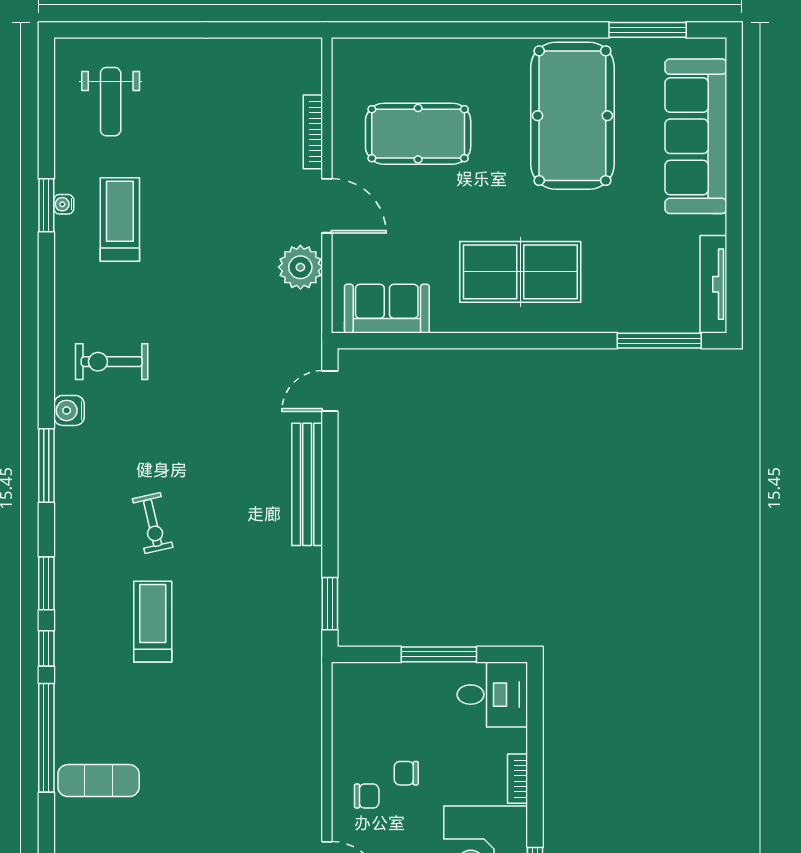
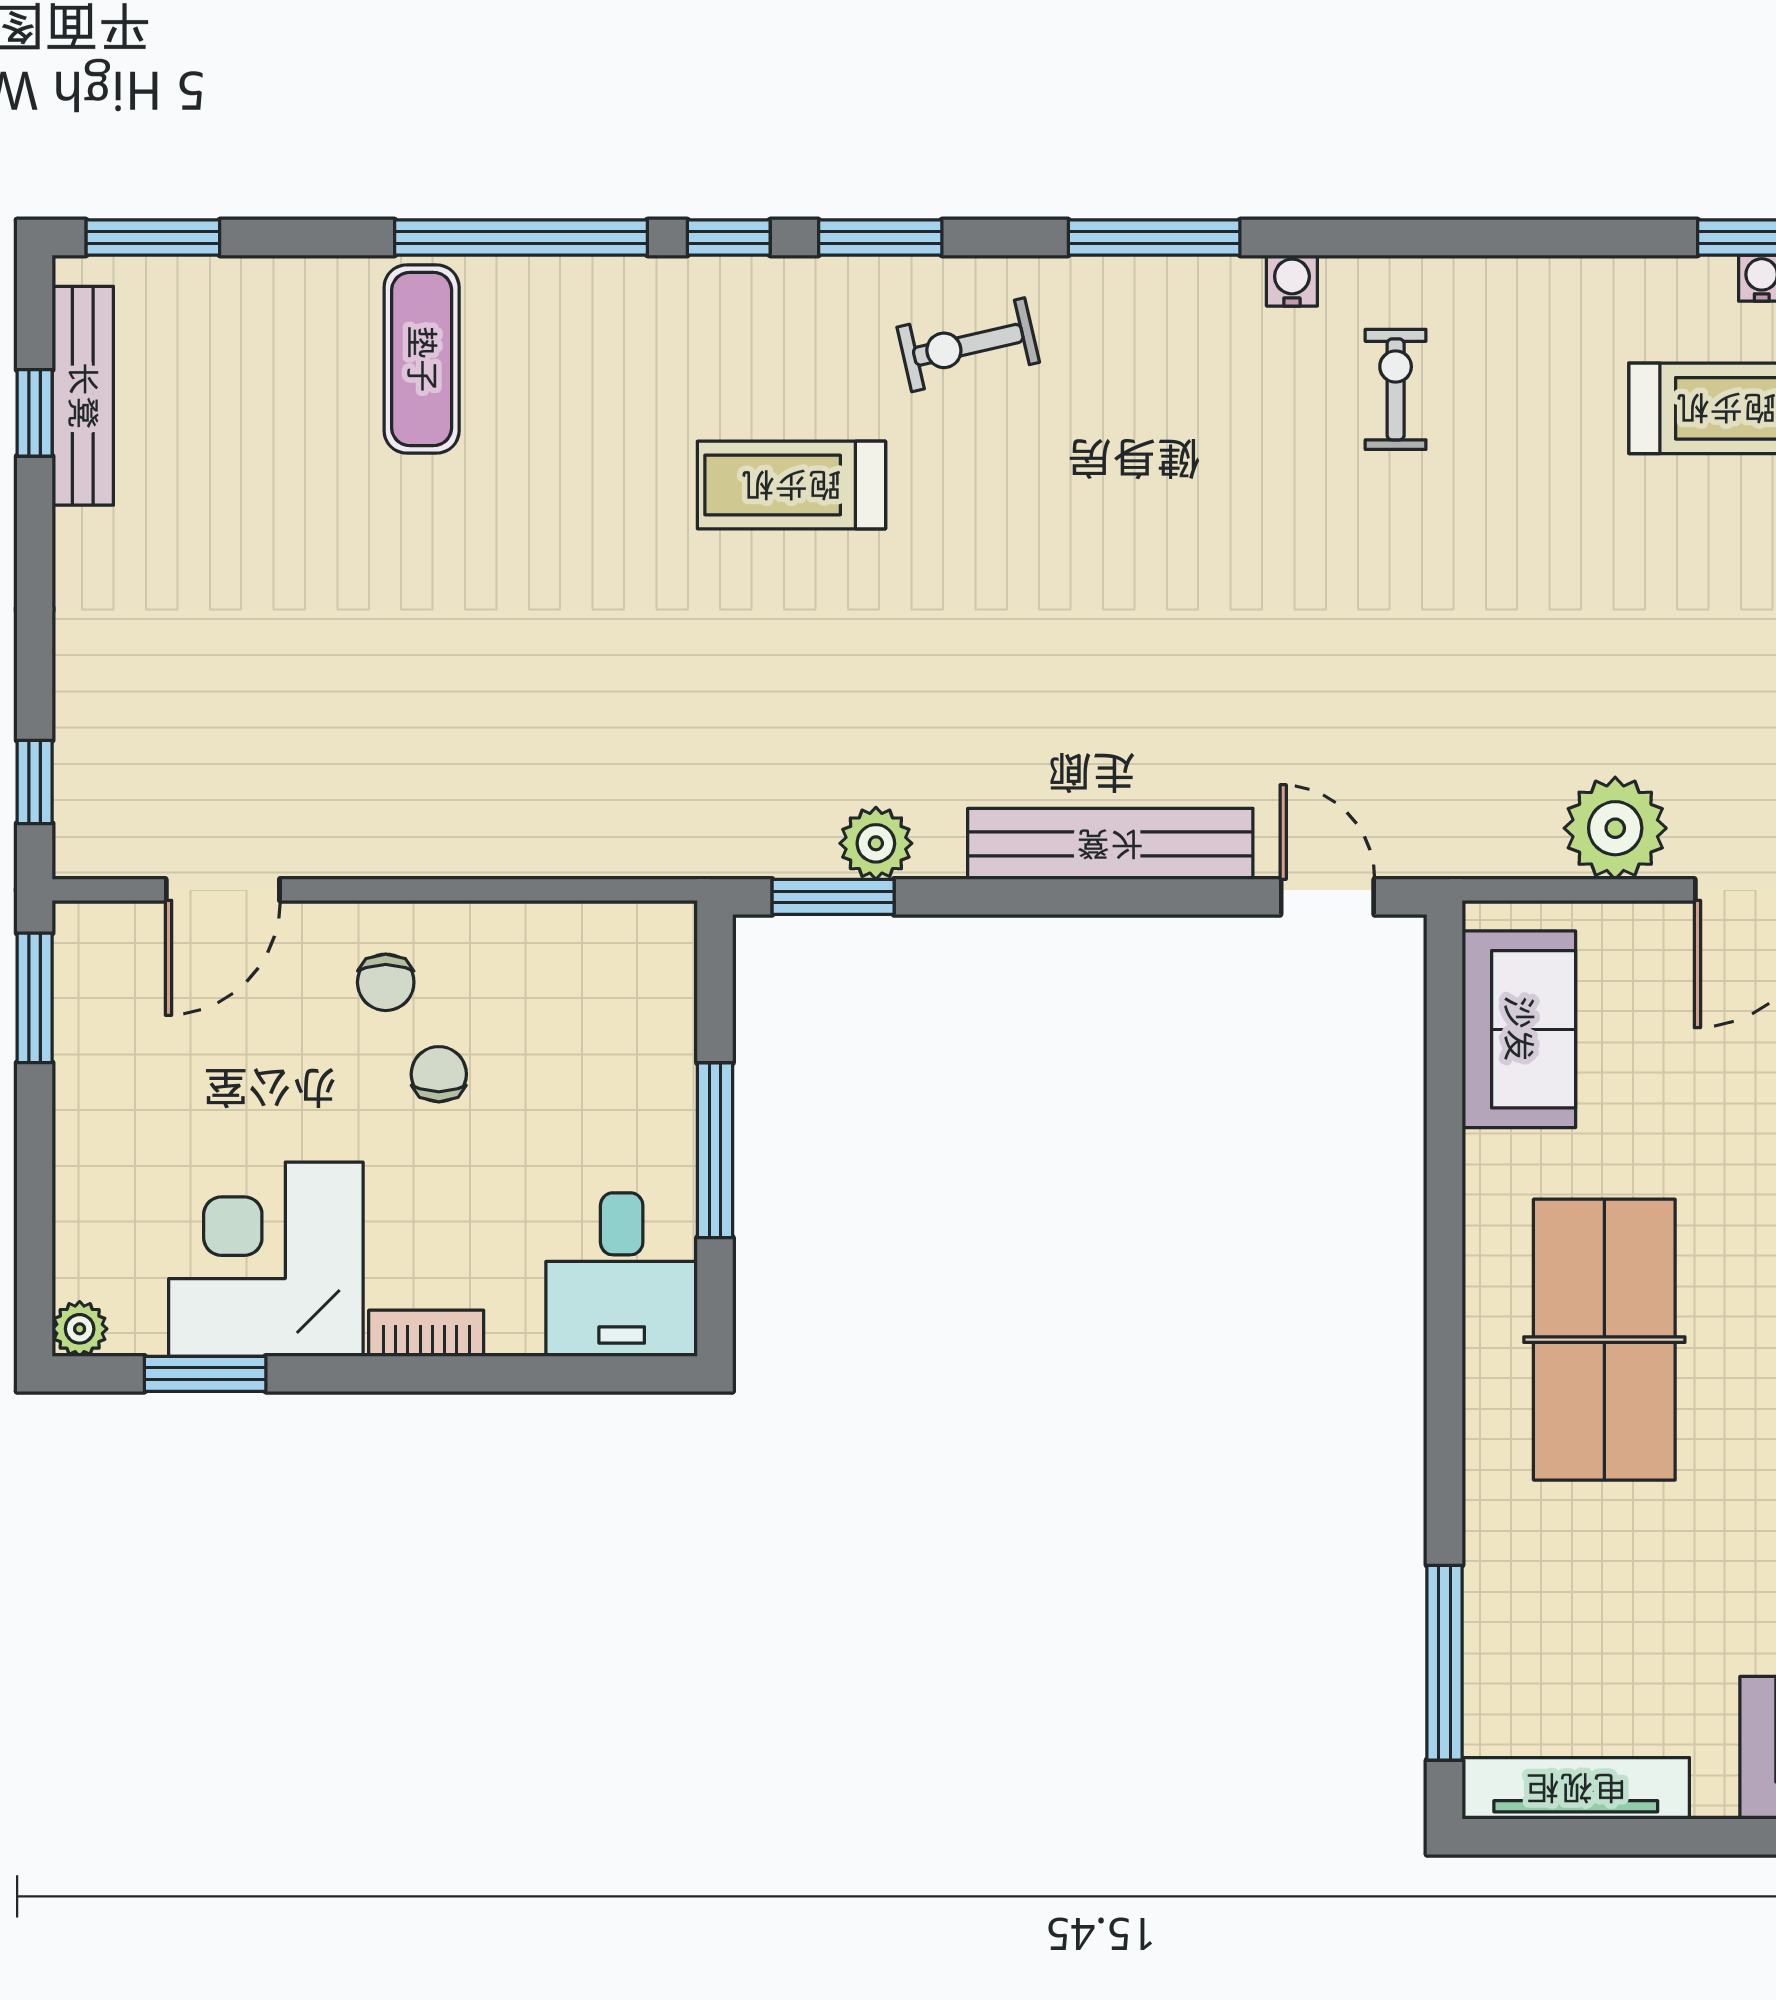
exercise bike: (112, 362) -> (1396, 389), width x0.73, depth x0.72
water cooler: (69, 410) -> (1292, 281), width x0.72, depth x0.72
exercise bike: (153, 523) -> (968, 345), moved
plant: (307, 585) -> (876, 843), added
treadmill: (153, 622) -> (791, 485), turned 180

